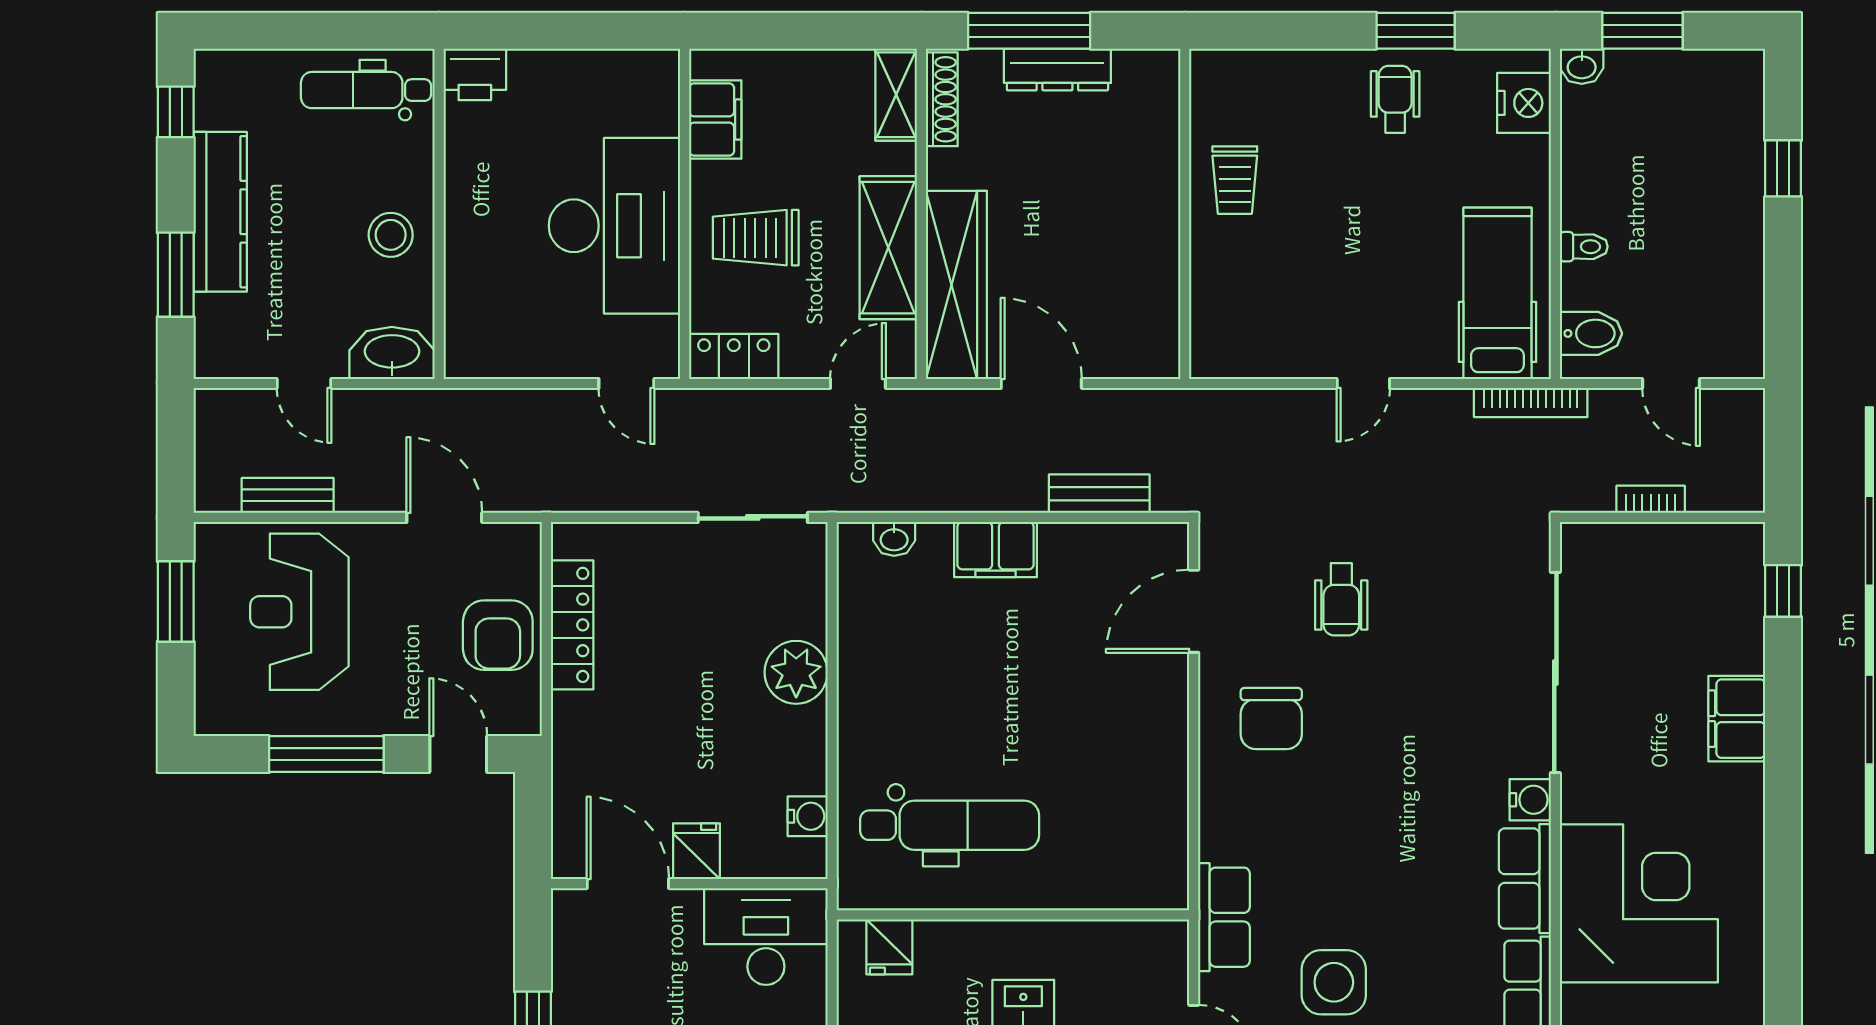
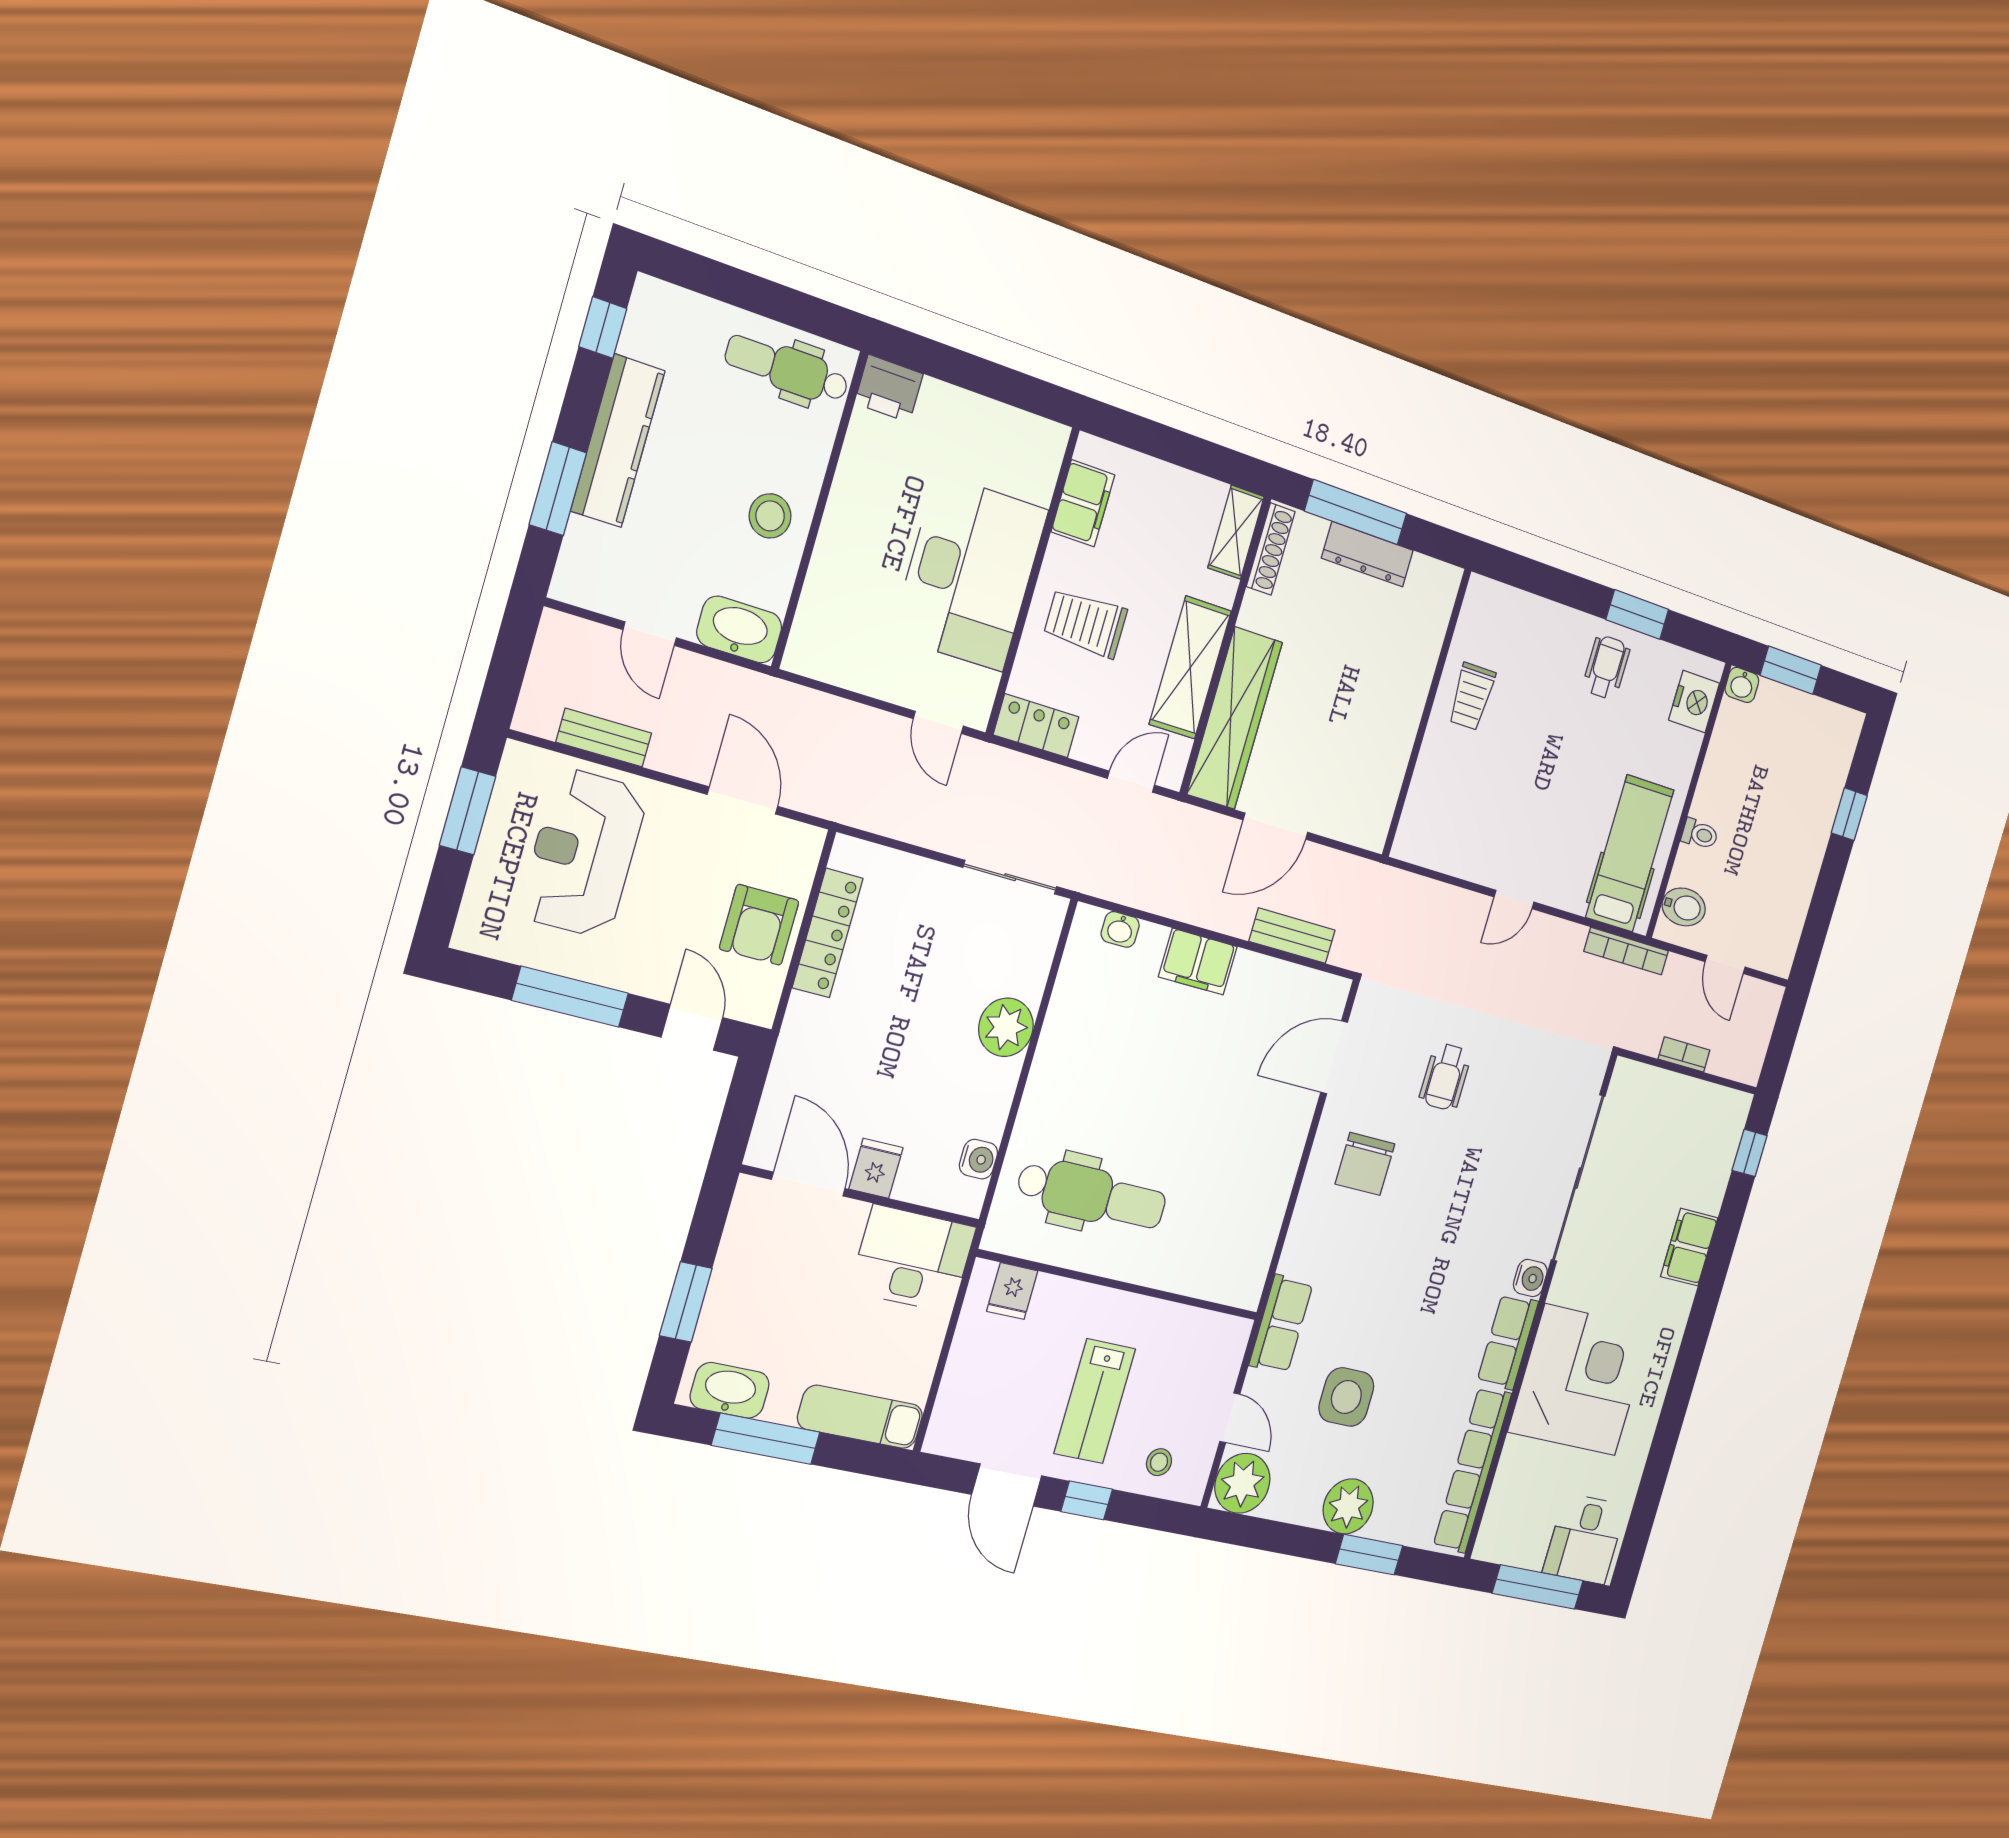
door: (1041, 383) -> (1276, 826), swing flipped

